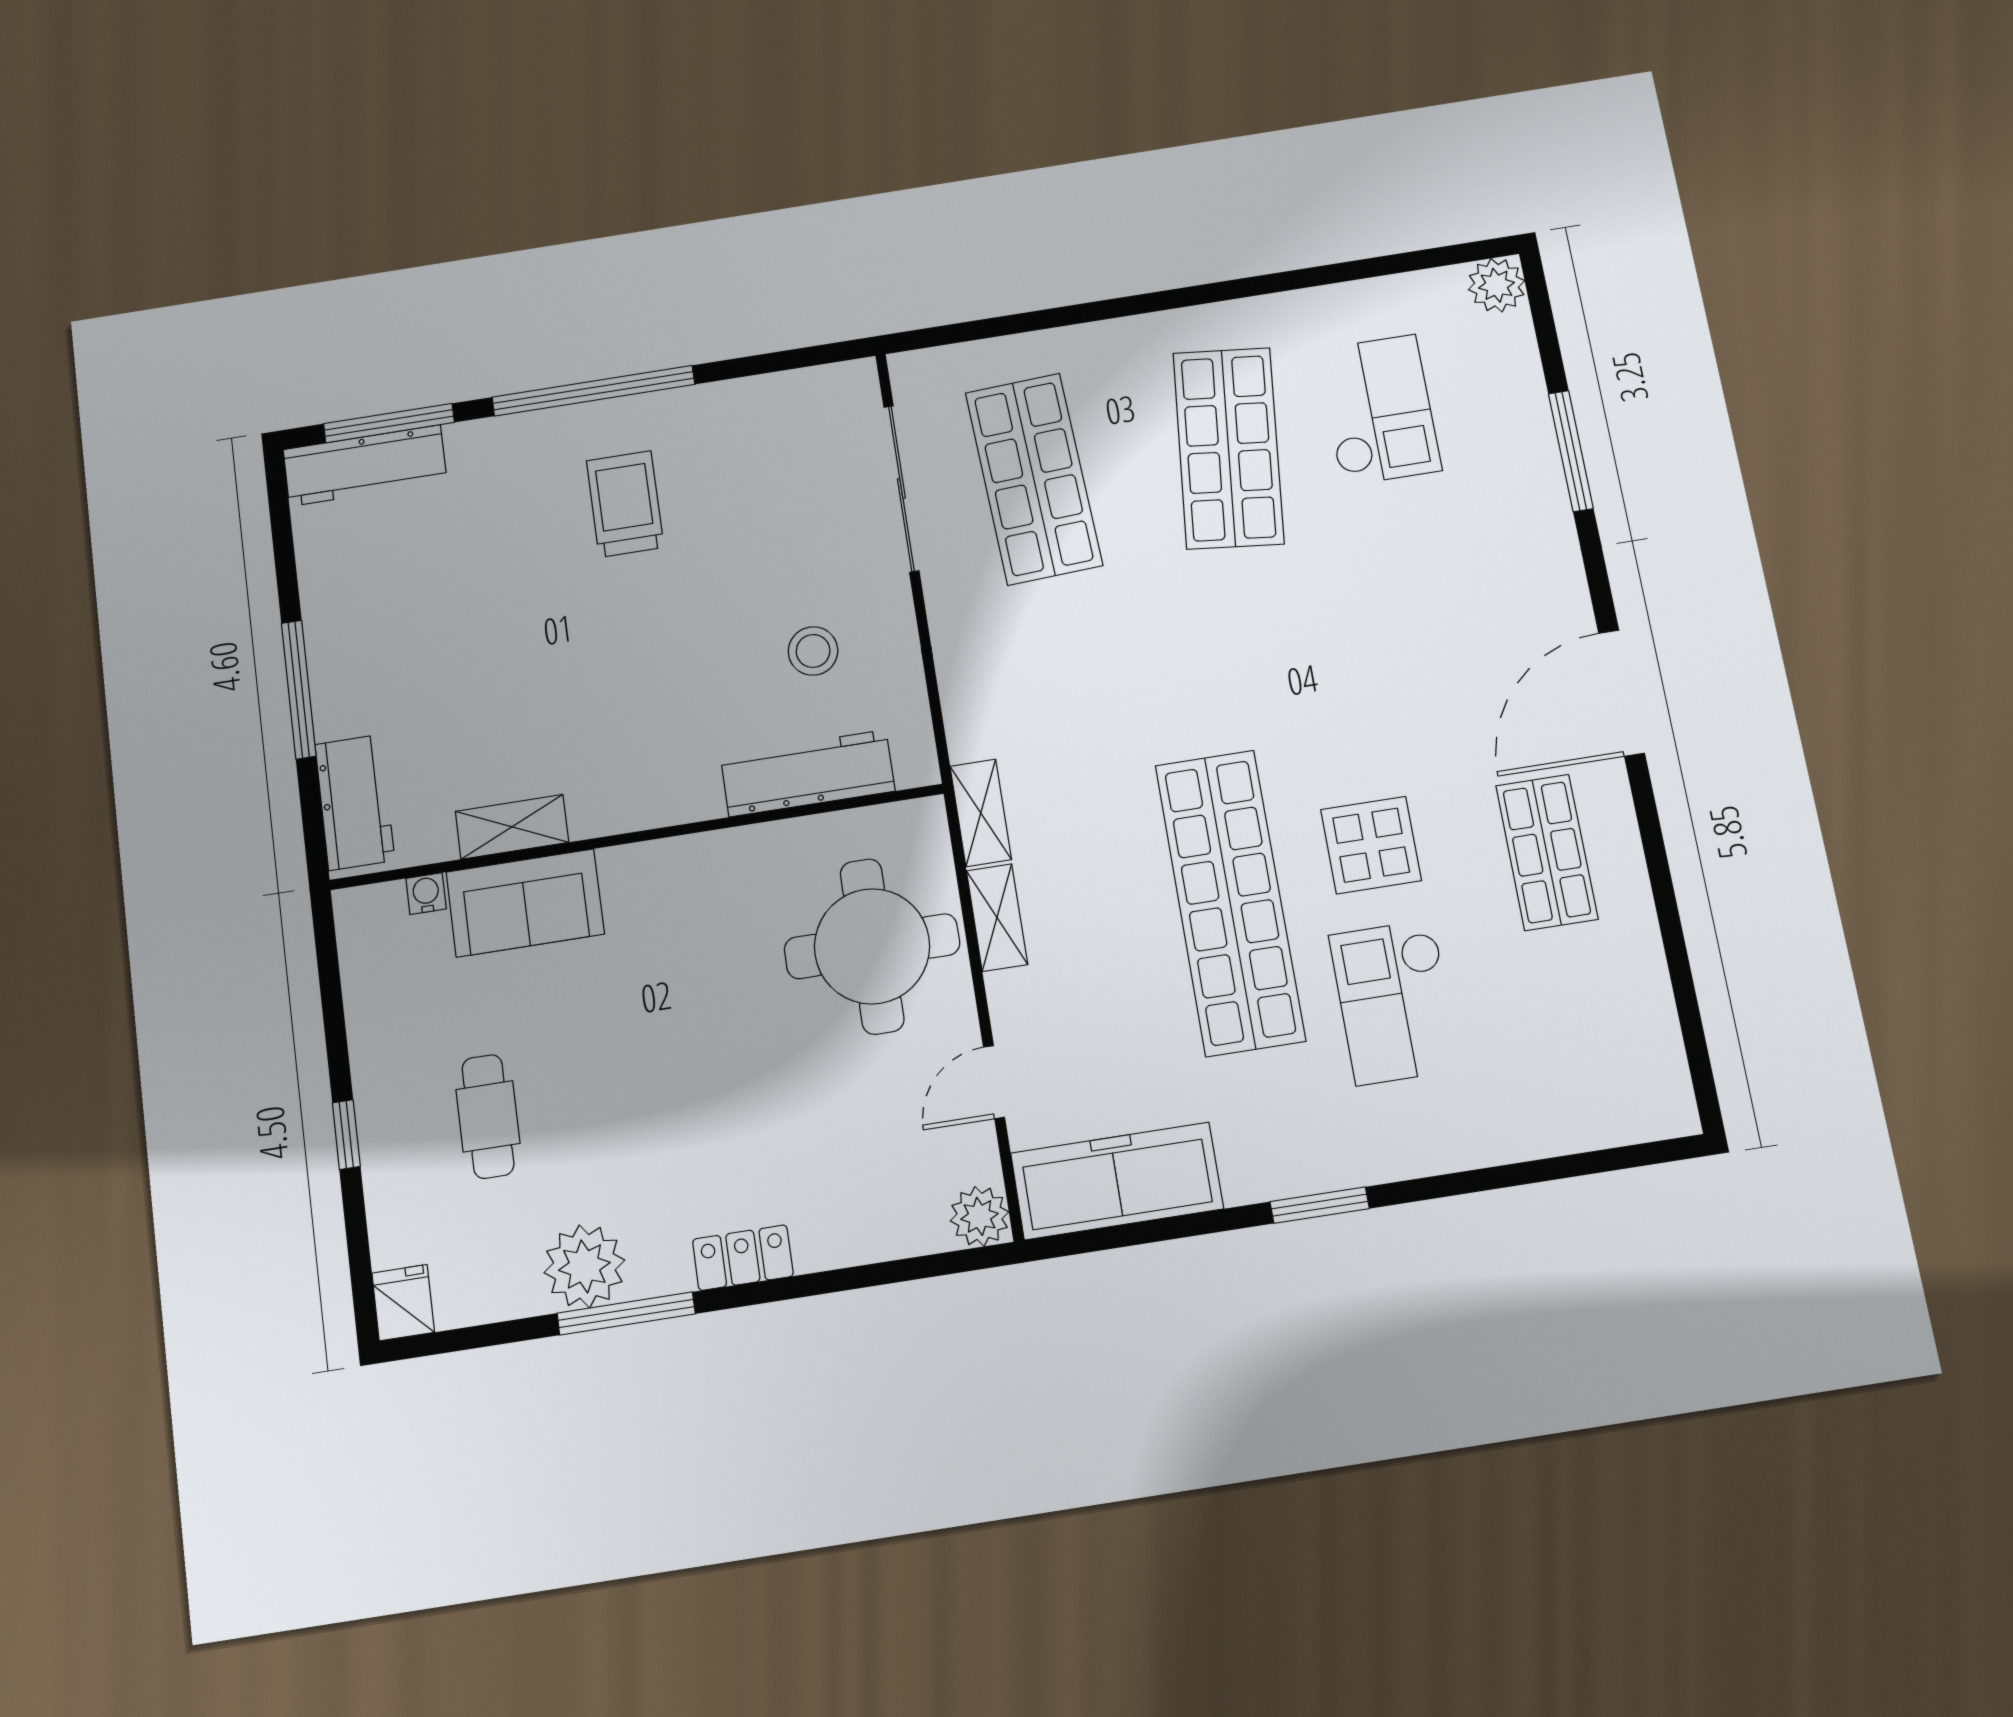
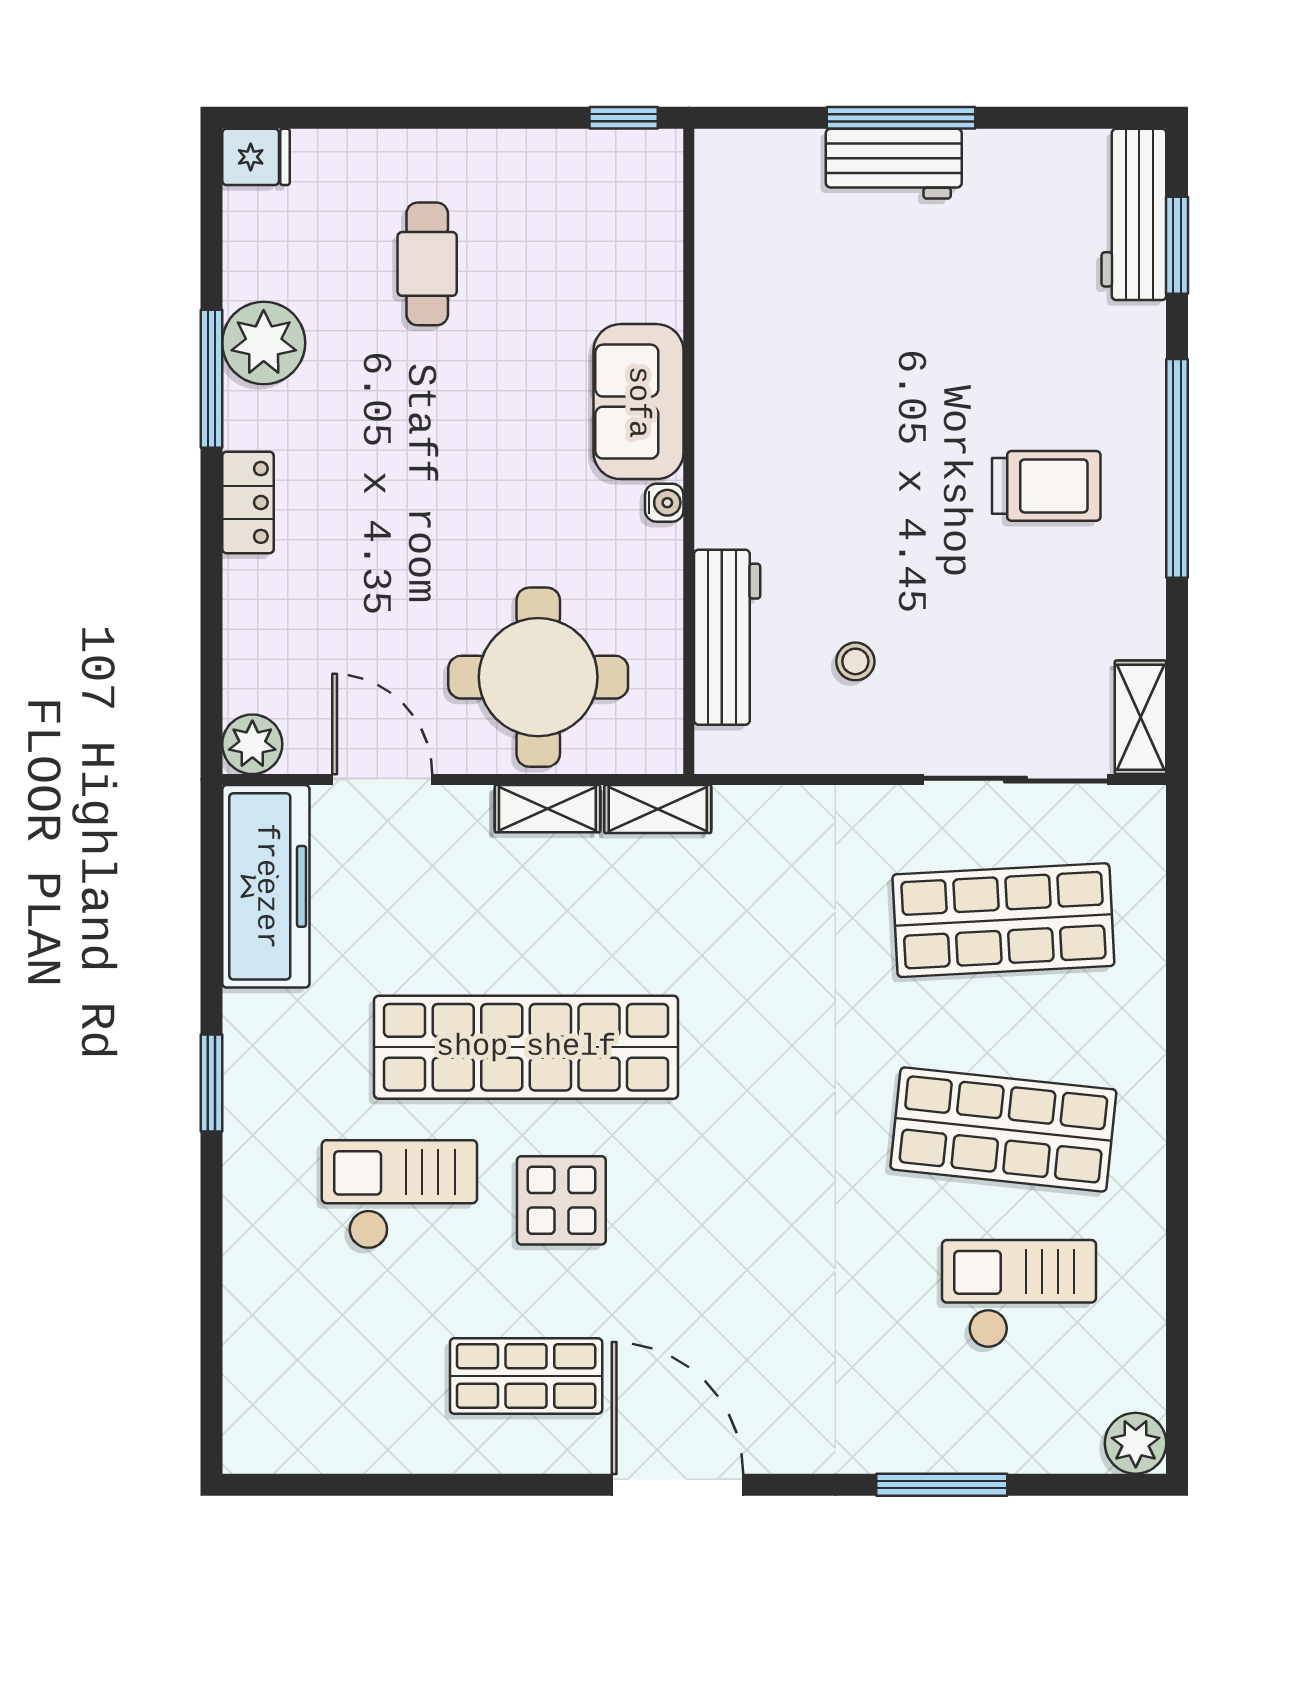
checkout: (1379, 410) -> (1019, 1294), turned 180
window: (389, 423) -> (1177, 245), width x0.69
stool: (813, 651) -> (855, 661), width x0.73, depth x0.73
workbench: (355, 802) -> (894, 164), moved
shelving: (512, 827) -> (1141, 717), moved
water cooler: (426, 894) -> (664, 503), moved
sofa: (525, 903) -> (638, 402), moved
door: (994, 1082) -> (382, 780), width x1.38
cafe table: (488, 1116) -> (427, 264), turned 90
window: (346, 1135) -> (624, 118), moved

